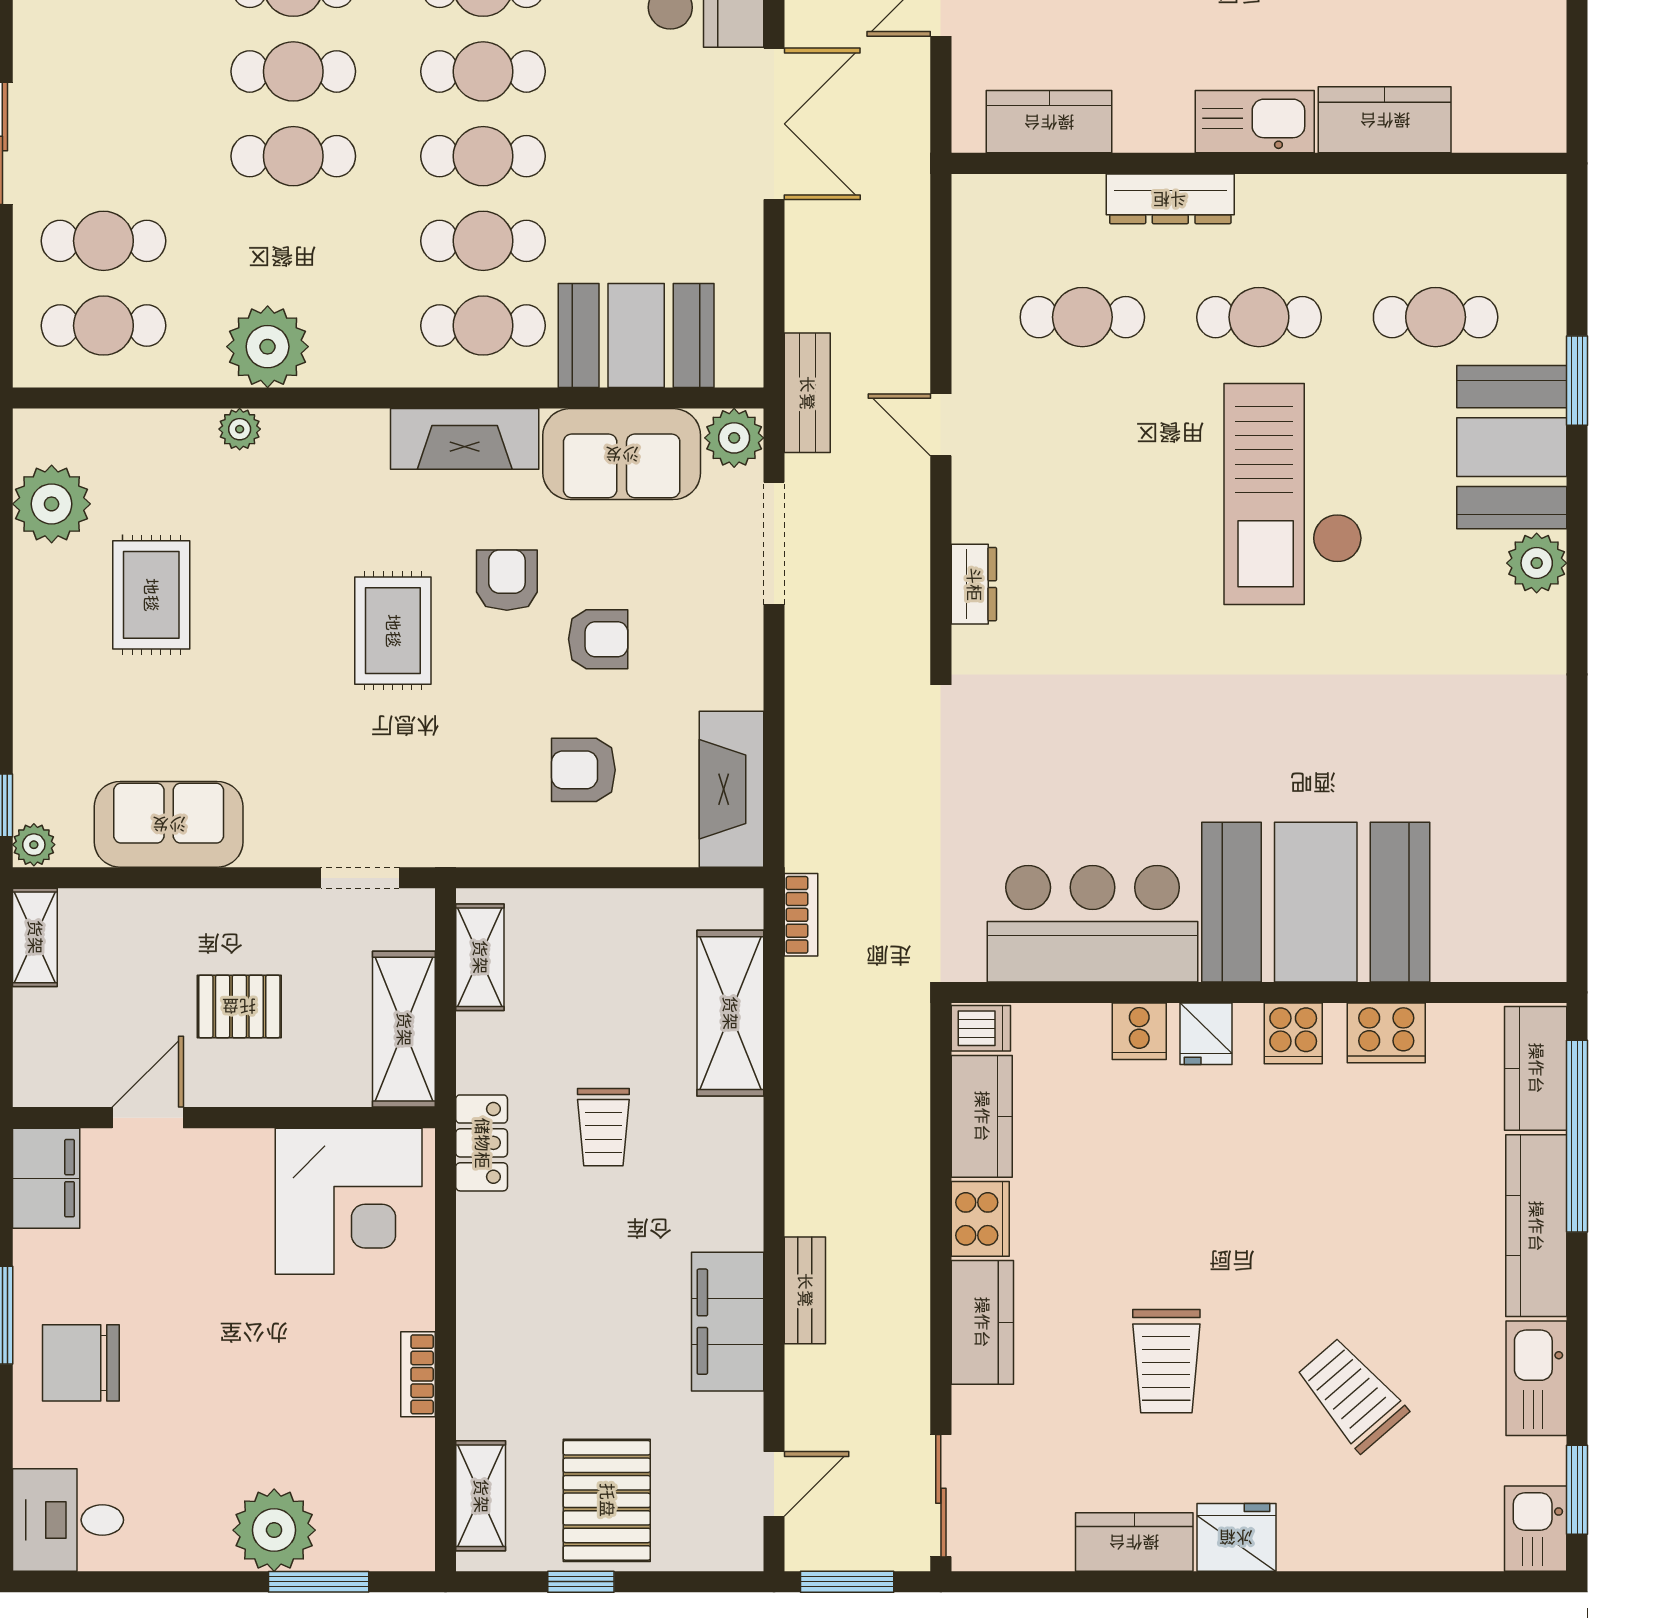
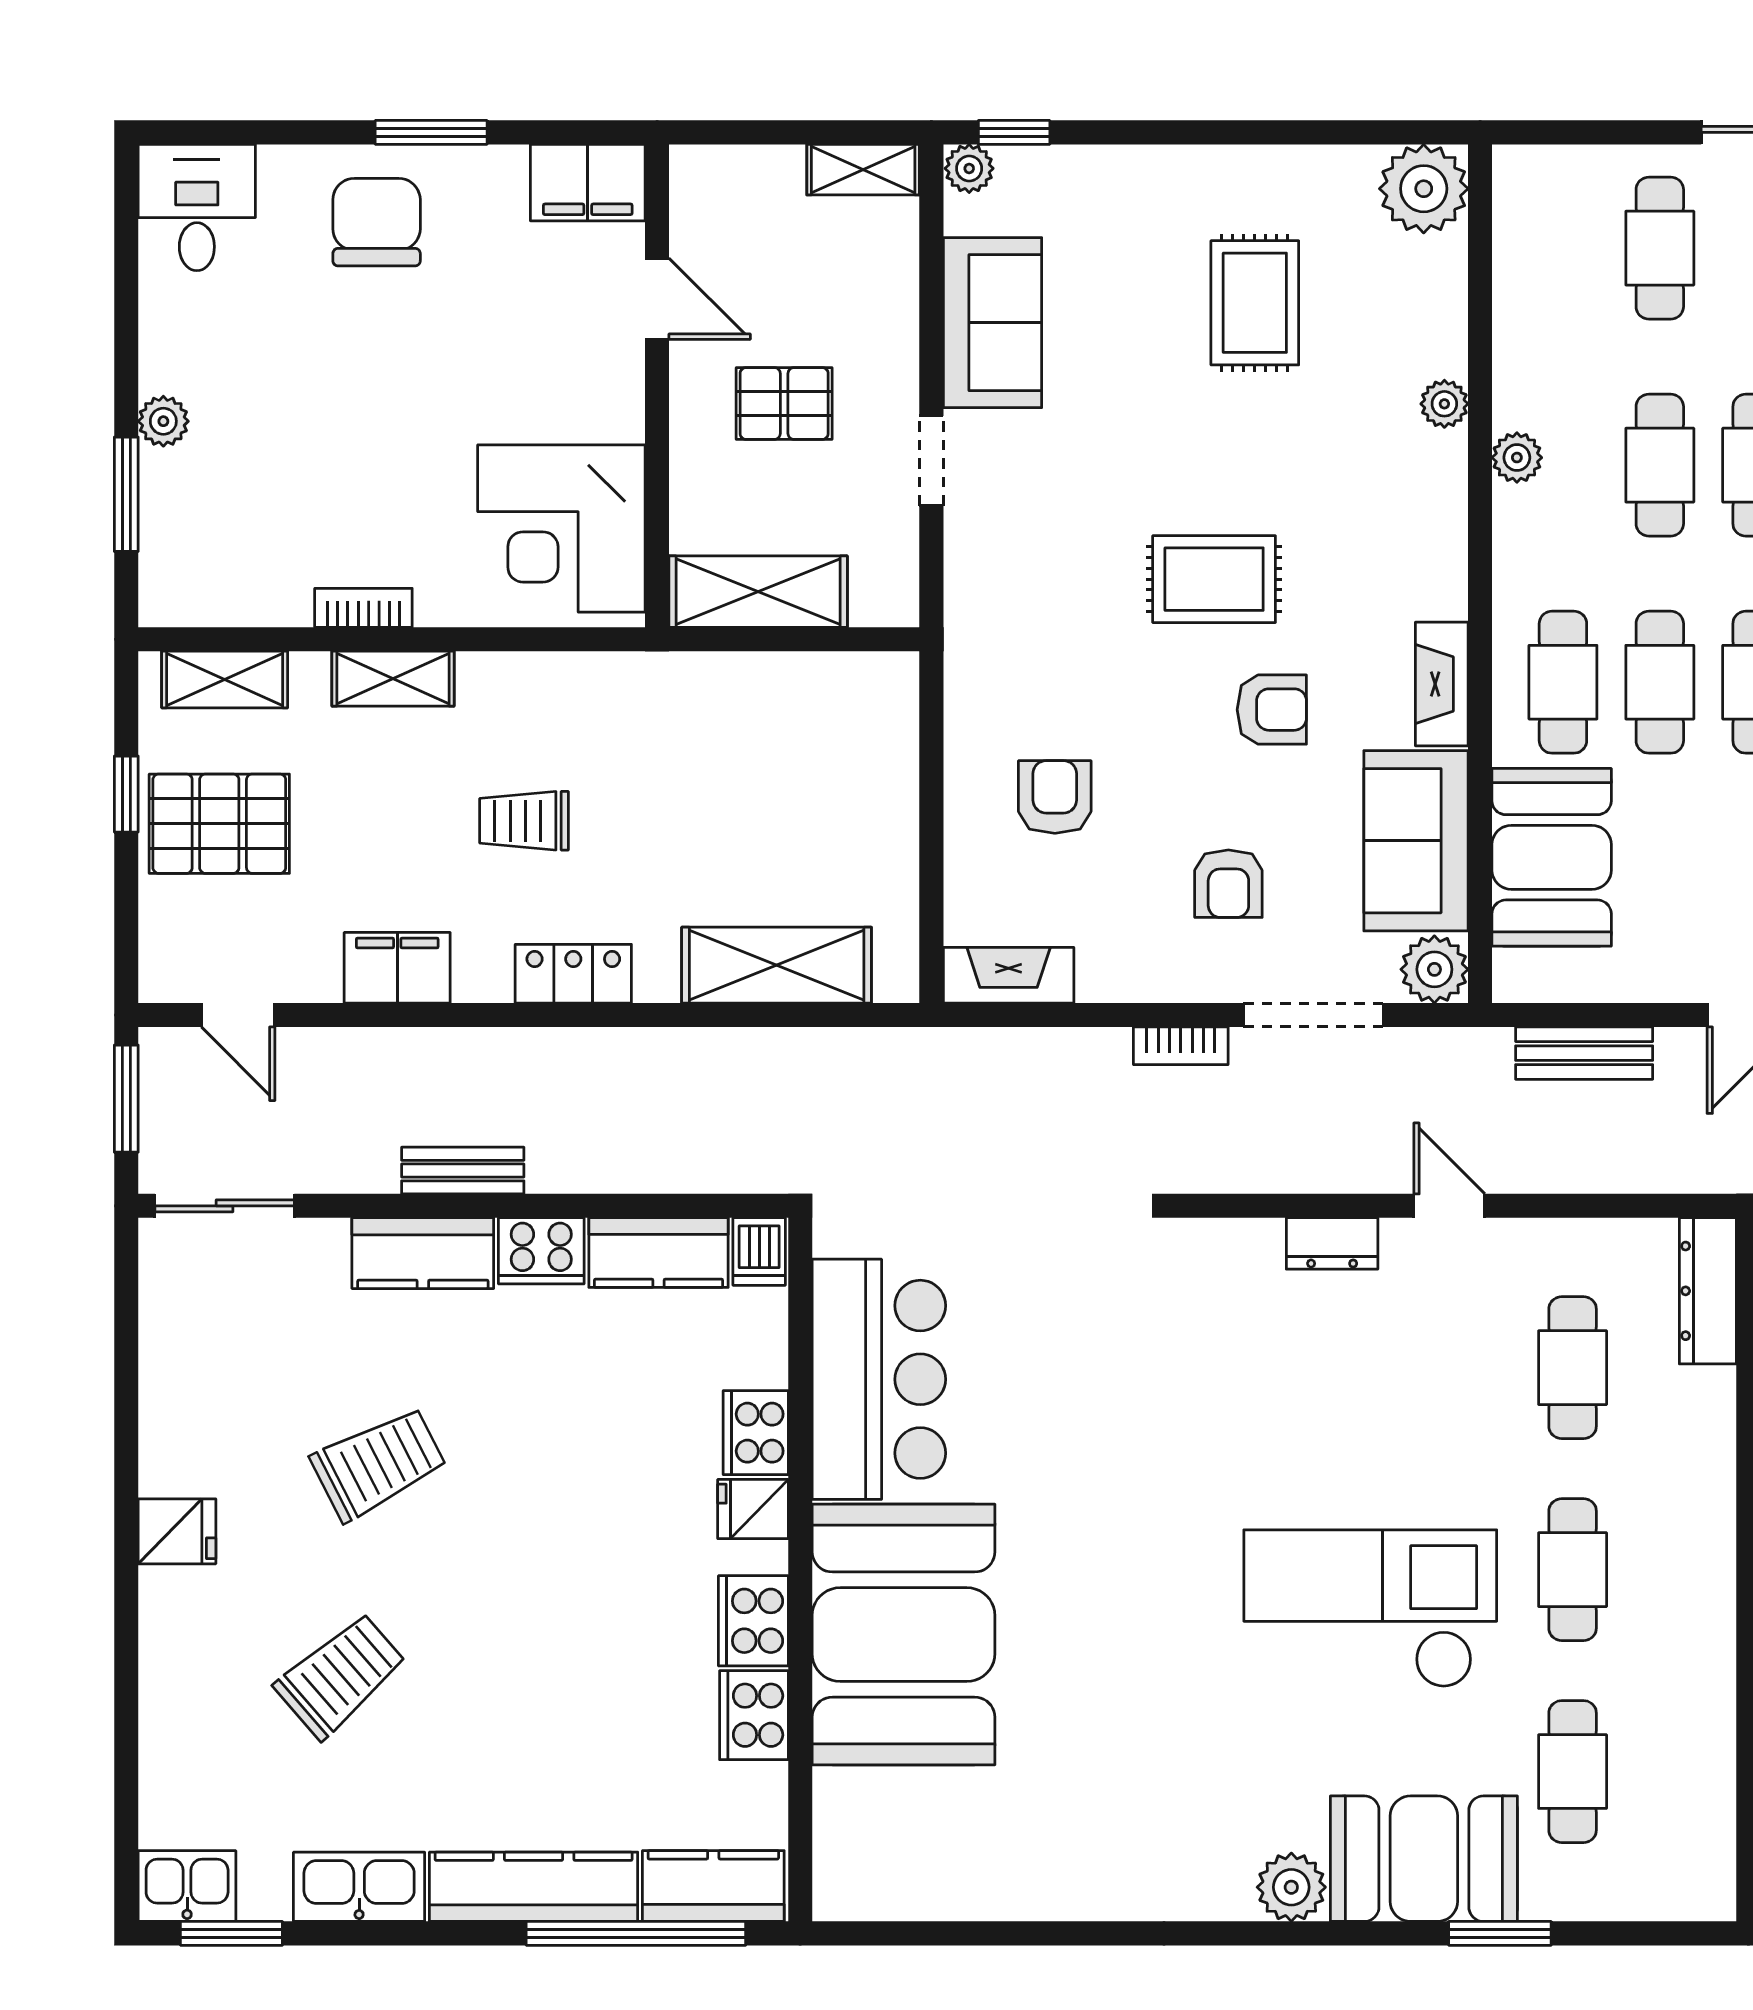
dresser: (1170, 199) -> (1708, 1291), moved
cafe table: (103, 326) -> (1660, 465), moved
plant: (268, 347) -> (1517, 458), width x0.53, depth x0.53
bench: (807, 393) -> (1584, 1053), moved
door: (941, 425) -> (1449, 1206), hinge flipped
fireplace: (465, 439) -> (1442, 684), width x0.73, depth x0.76
plant: (52, 504) -> (1424, 189), moved
dresser: (974, 584) -> (1332, 1243), moved
rug: (151, 595) -> (1255, 303), turned 90
armchair: (598, 639) -> (1228, 884), moved
fireplace: (731, 789) -> (1009, 975), width x0.73, depth x0.76
doorway: (360, 878) -> (931, 461), moved
bookcase: (801, 915) -> (1181, 1046), moved
shelving: (480, 957) -> (393, 679), moved
pallet: (239, 1006) -> (784, 403), turned 90
cooker: (1139, 1031) -> (756, 1433), width x1.36
cooker: (1293, 1033) -> (753, 1621), width x1.36
trolley: (603, 1127) -> (524, 821), moved
locker: (482, 1143) -> (573, 974), moved, turned 180
bench: (805, 1290) -> (463, 1171), moved
filing cabinet: (728, 1322) -> (397, 968), width x0.67, depth x0.86
trolley: (1166, 1361) -> (379, 1464), turned 153
plant: (274, 1530) -> (163, 421), width x0.53, depth x0.53
fridge: (1236, 1537) -> (177, 1531), width x0.72
kitchen counter: (1134, 1542) -> (172, 1427), removed

